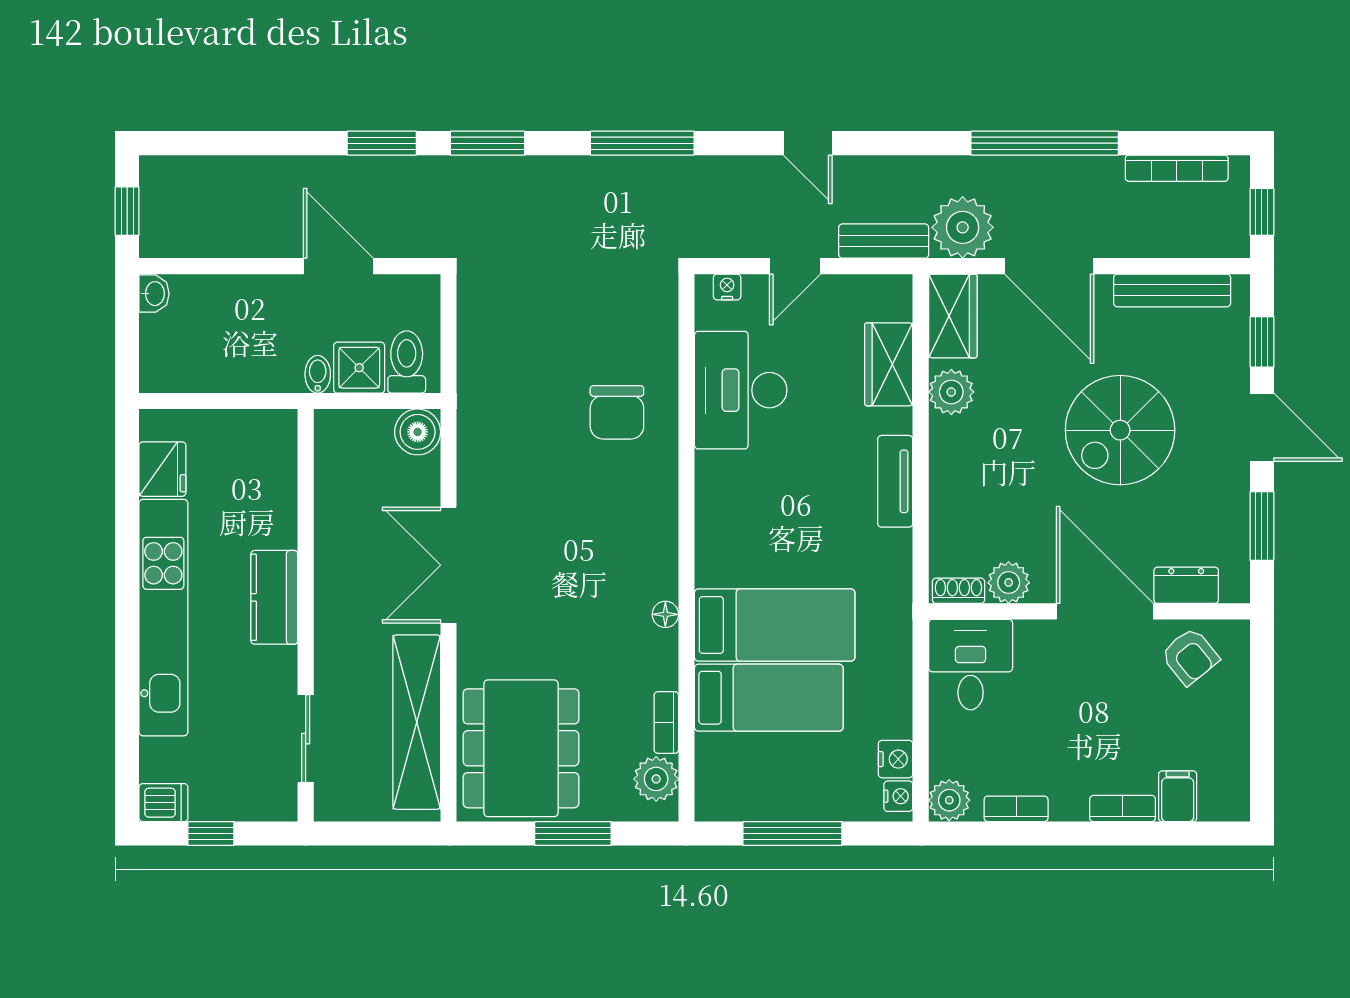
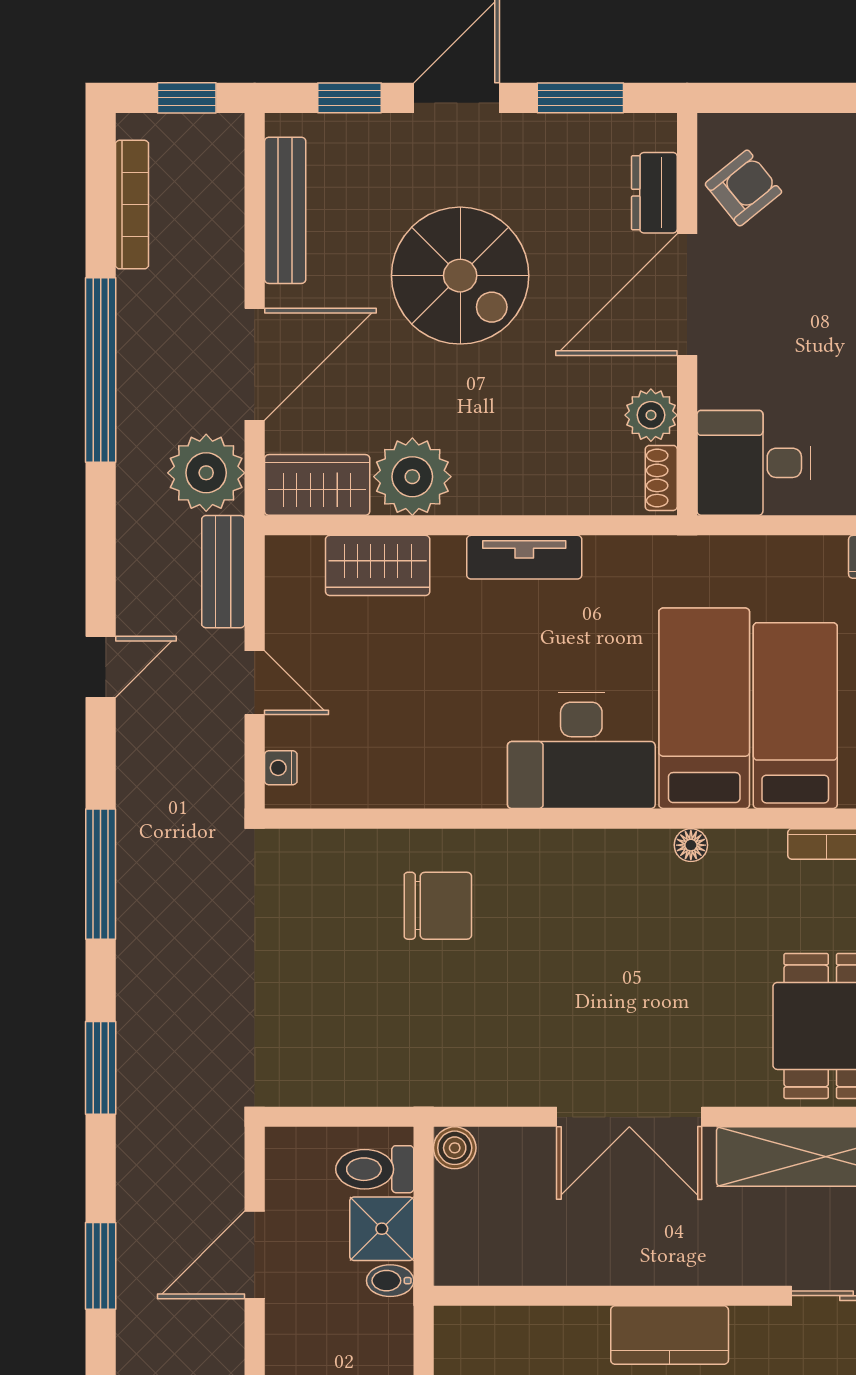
window: (382, 143) -> (101, 1266), moved
desk: (741, 390) -> (581, 751), moved
plant: (951, 392) -> (412, 477), width x1.36, depth x1.36
boiler: (418, 432) -> (455, 1148), width x0.73, depth x0.73

